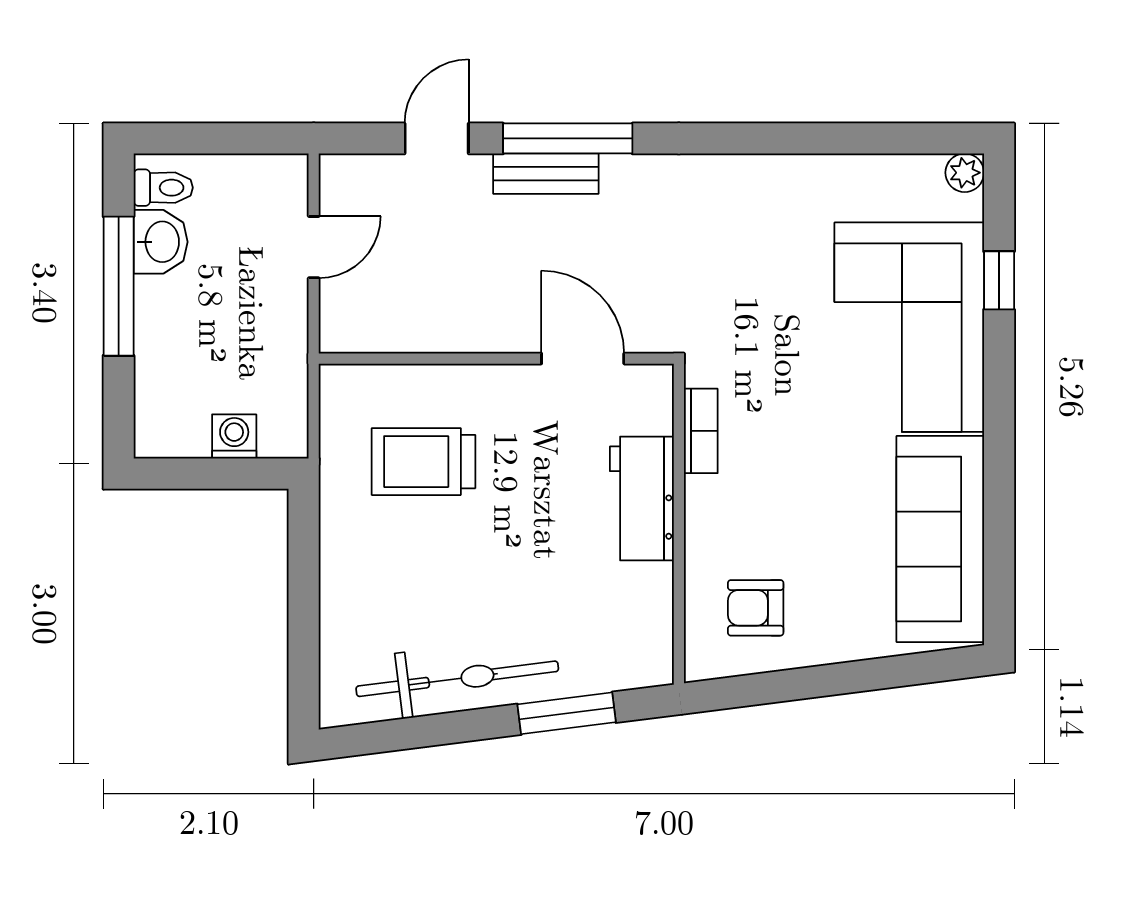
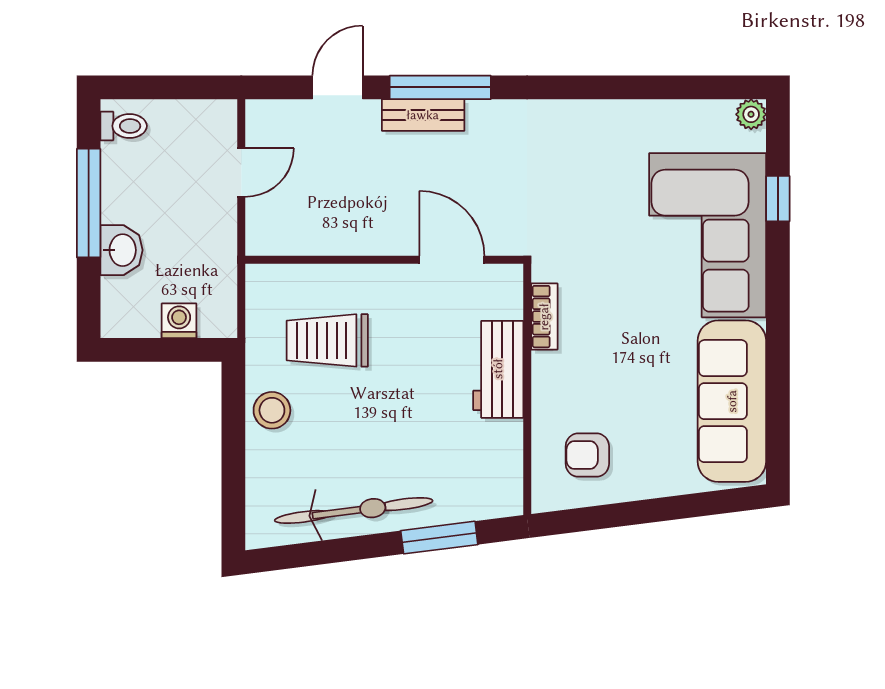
washbasin: (161, 242) -> (121, 250), moved
stool: (353, 551) -> (272, 410), added

